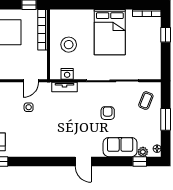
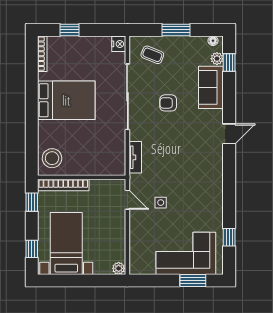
stool: (69, 45) -> (52, 158), moved
nightstand: (67, 74) -> (119, 44), moved

